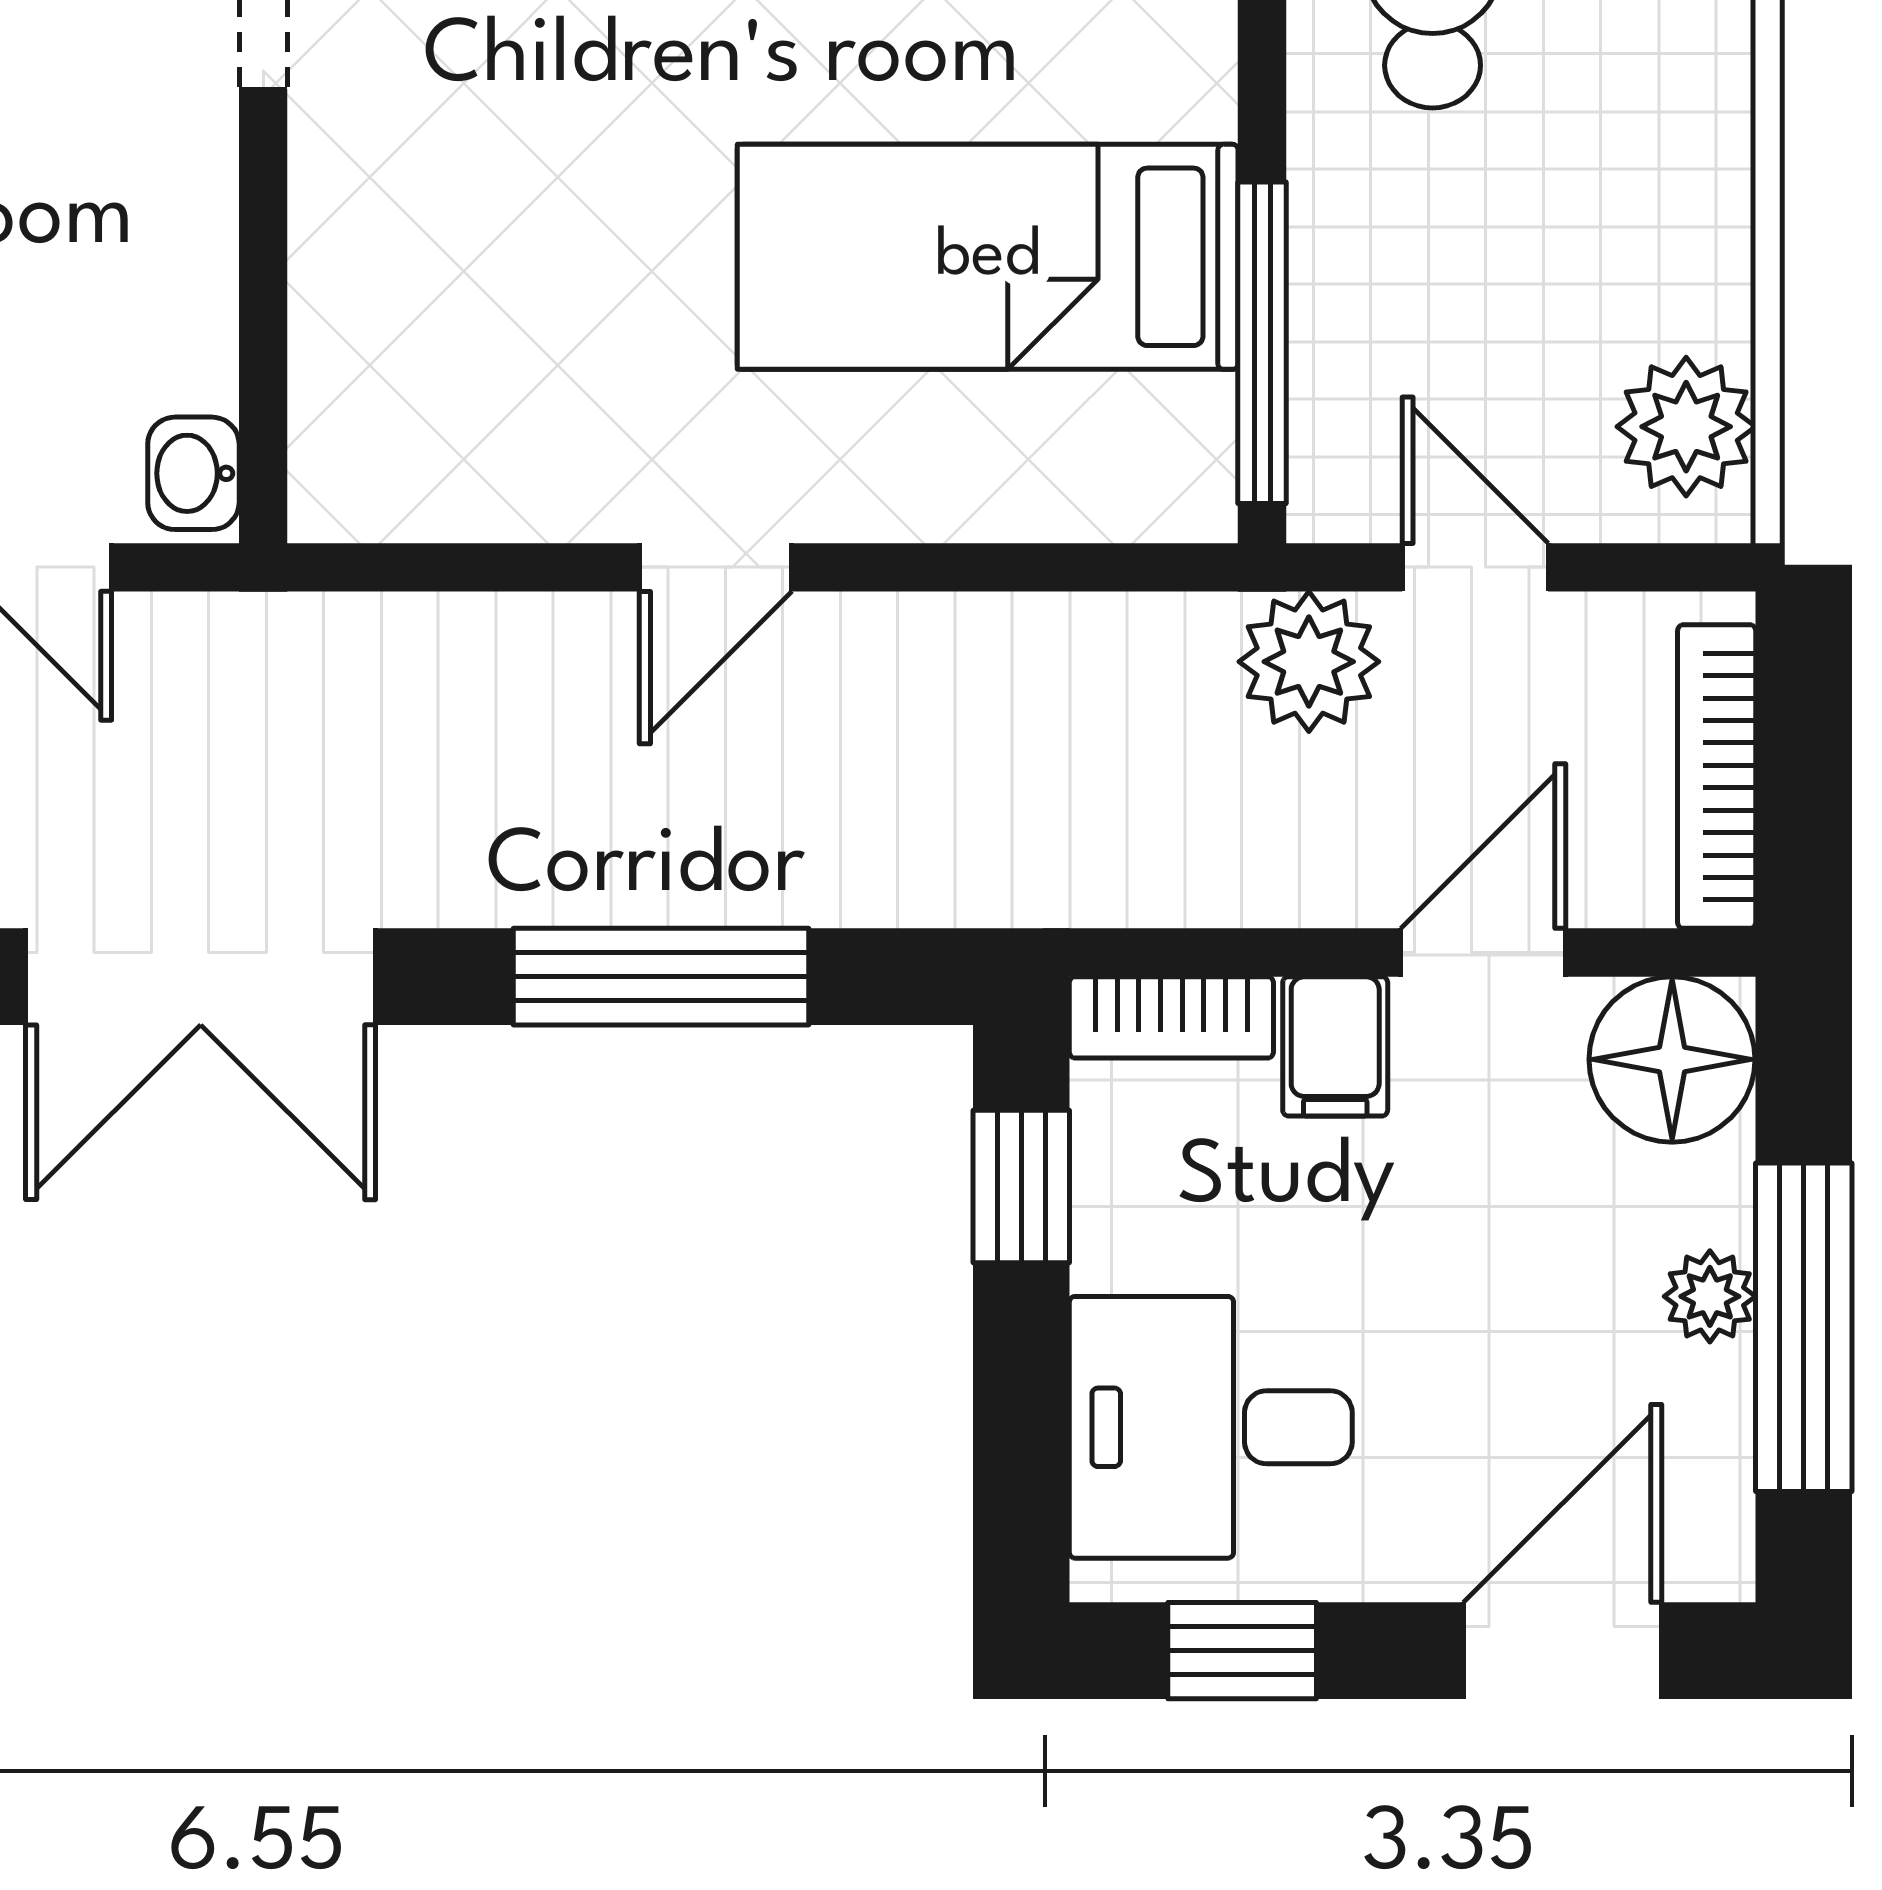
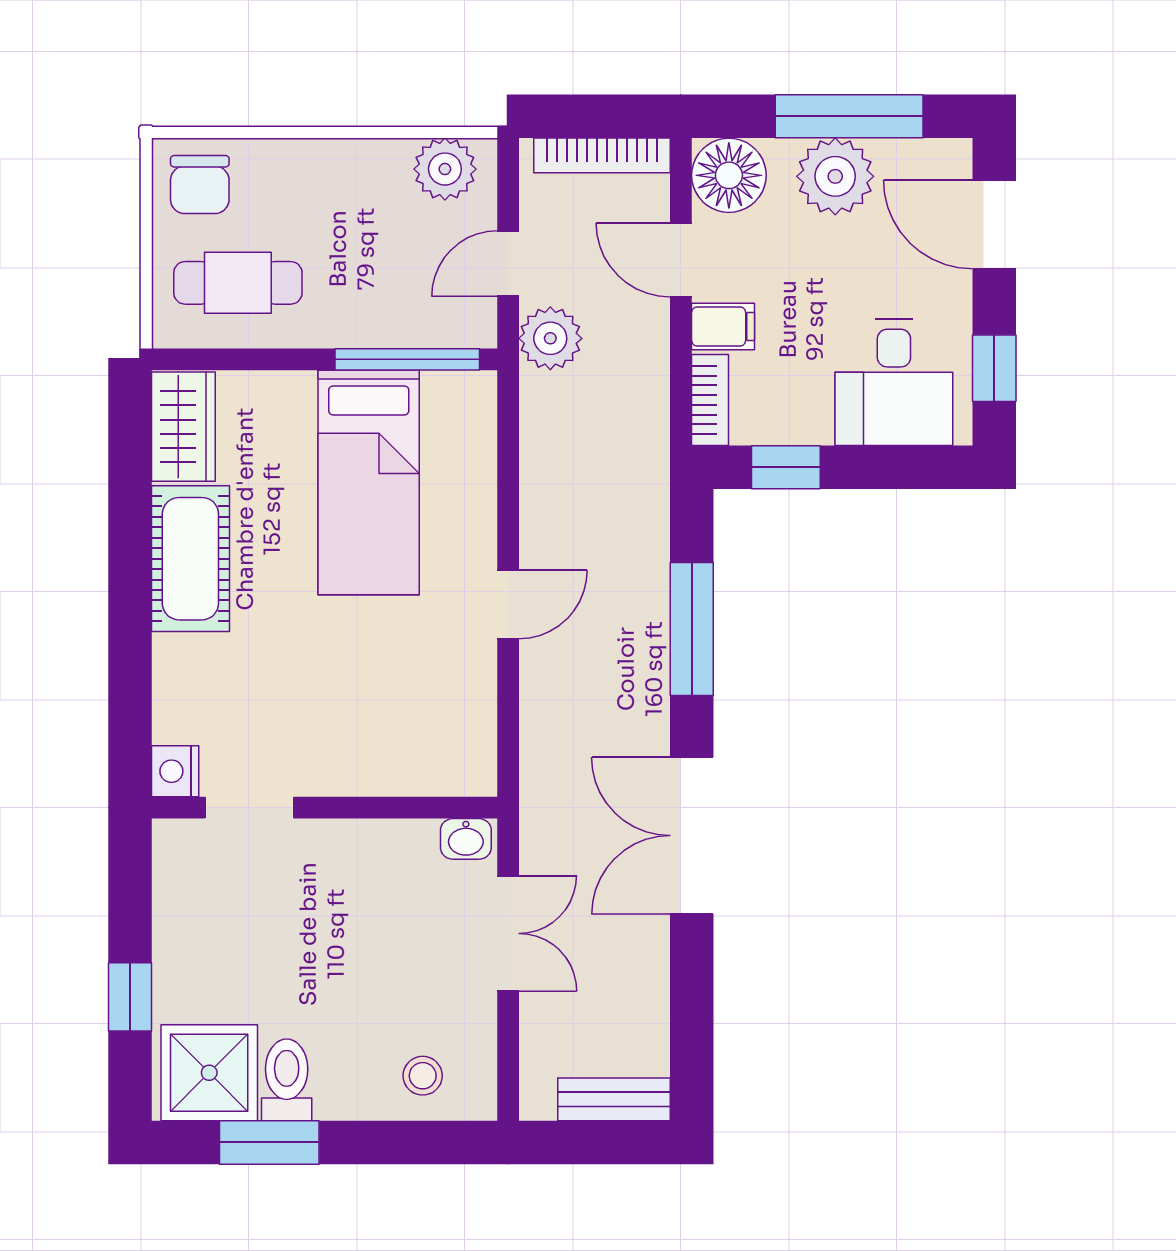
door: (716, 567) -> (508, 604), hinge flipped
double door: (201, 977) -> (692, 836), swing flipped
plant: (1710, 1296) -> (835, 176), width x1.88, depth x1.88

